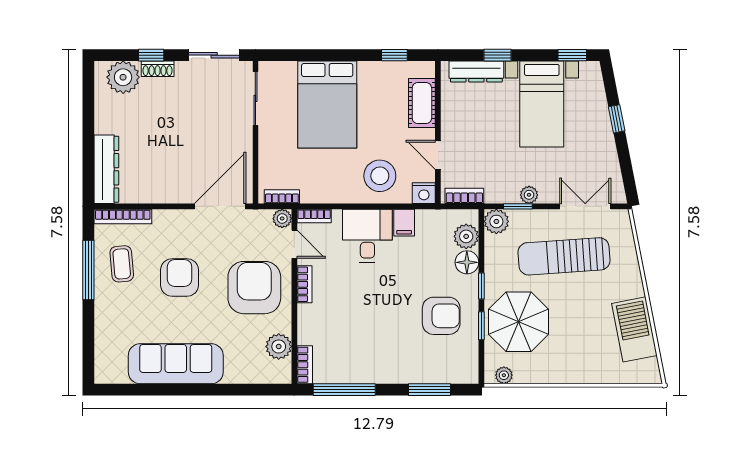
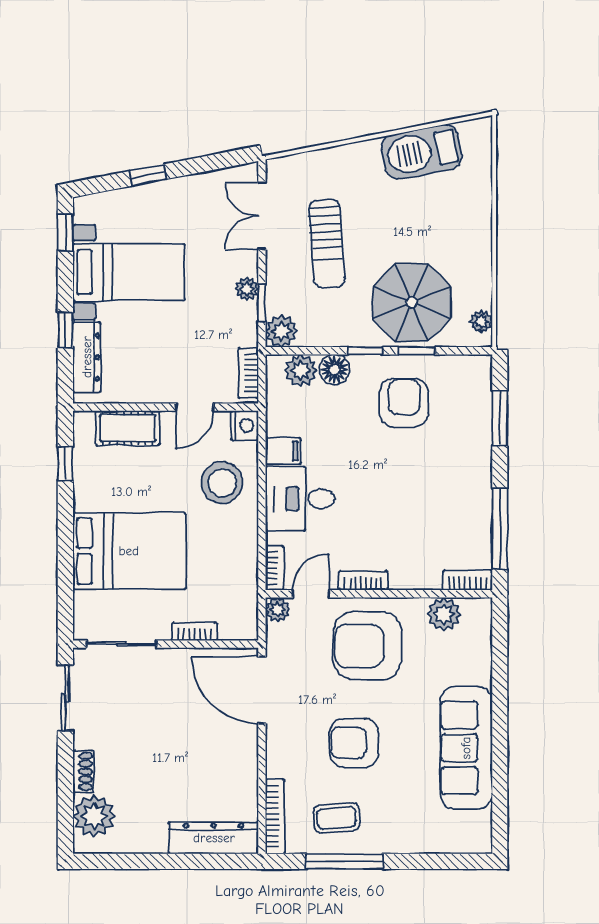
window: (151, 55) -> (65, 780), removed
bookcase: (282, 197) -> (194, 632), moved, turned 90
sun lounger: (564, 256) -> (327, 243), width x0.73, depth x0.75

